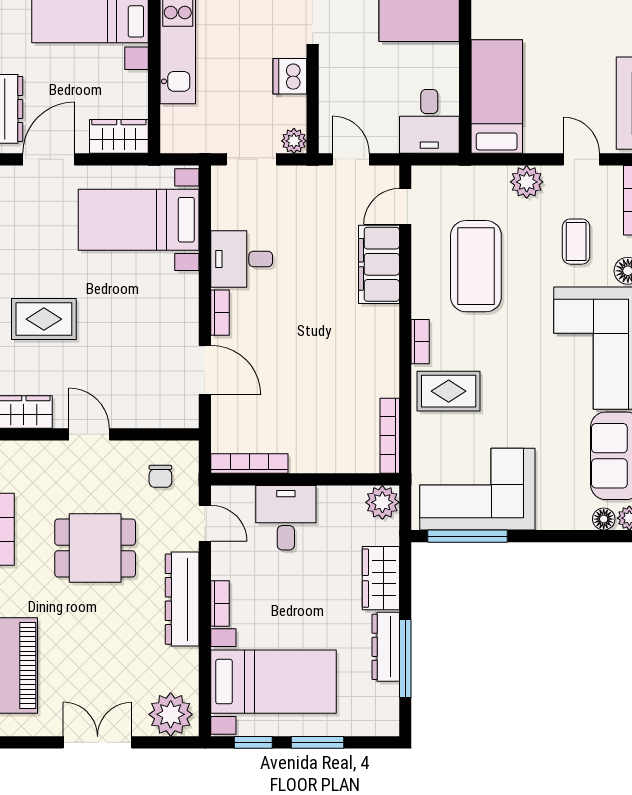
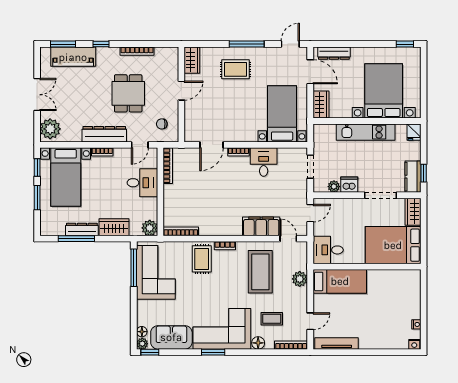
plant: (294, 141) -> (334, 187), moved
plant: (527, 182) -> (300, 279), moved
coffee table: (476, 266) -> (260, 272), turned 90
rug: (44, 319) -> (235, 69), turned 90

